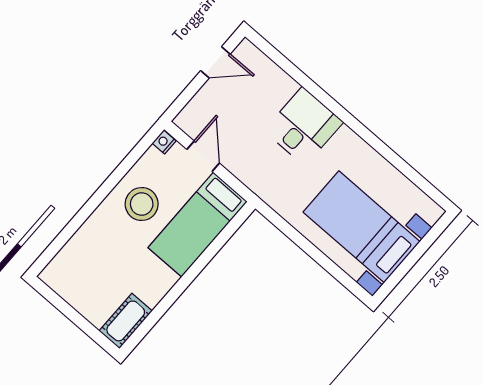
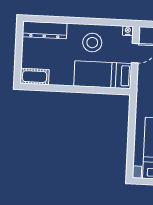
dresser: (72, 256) -> (45, 30), added

